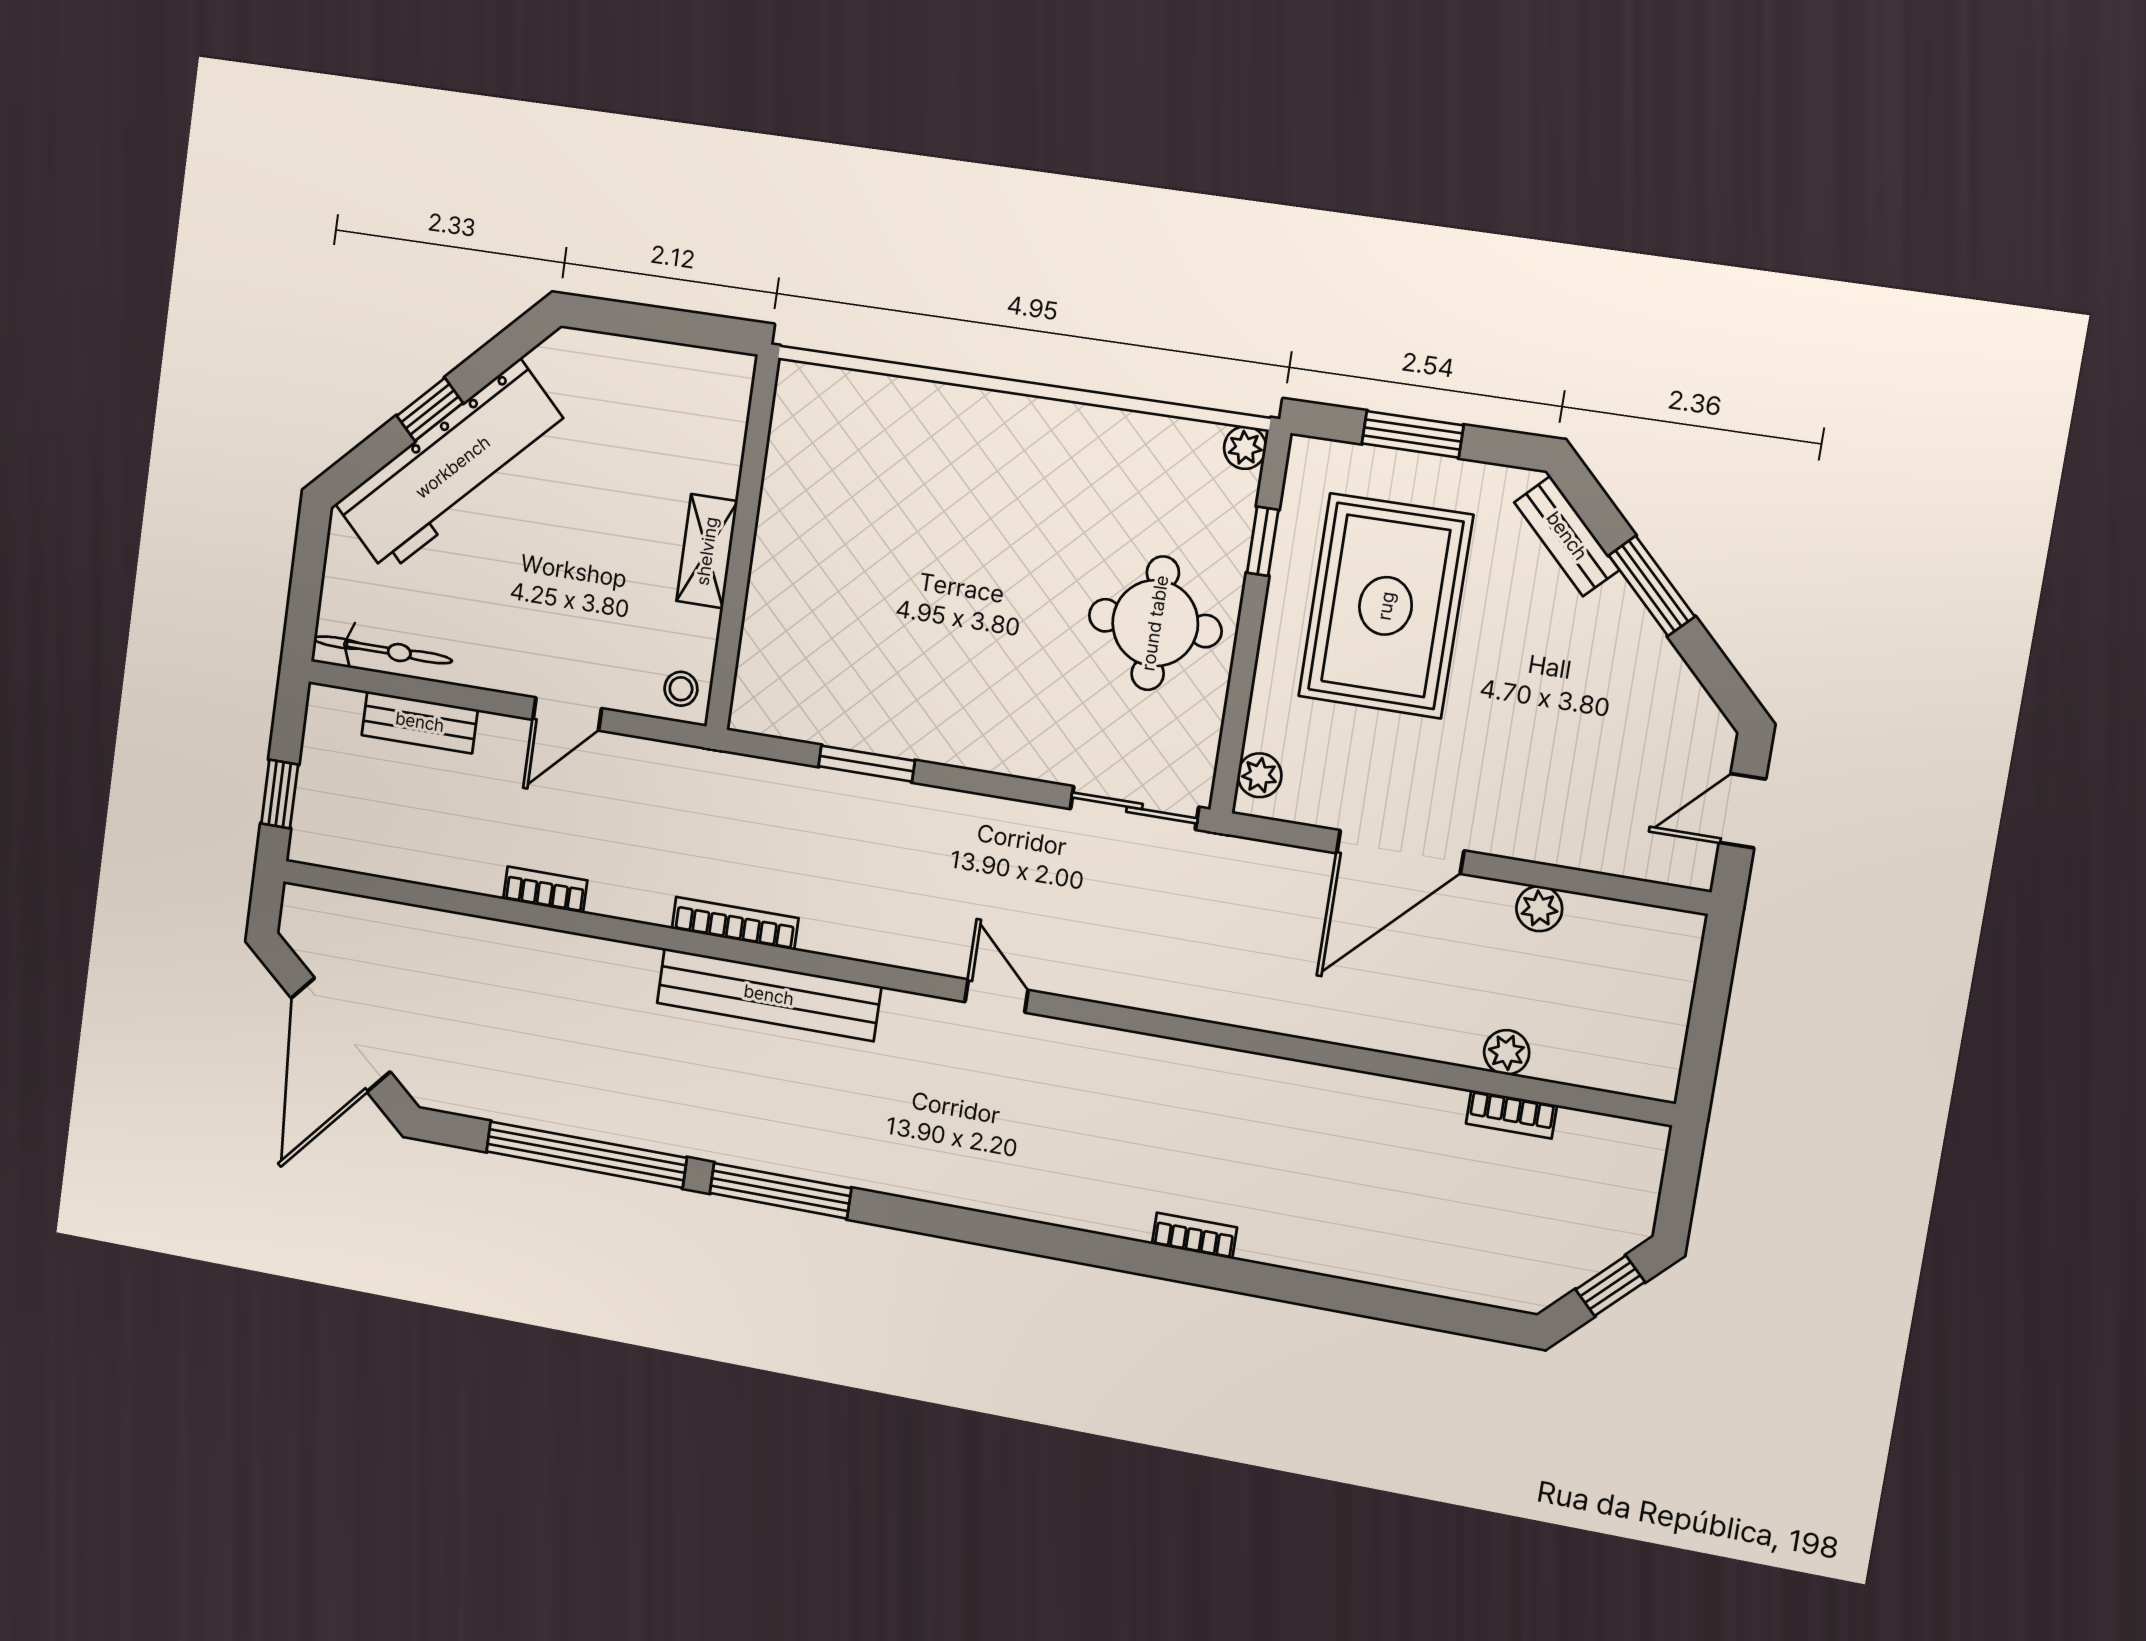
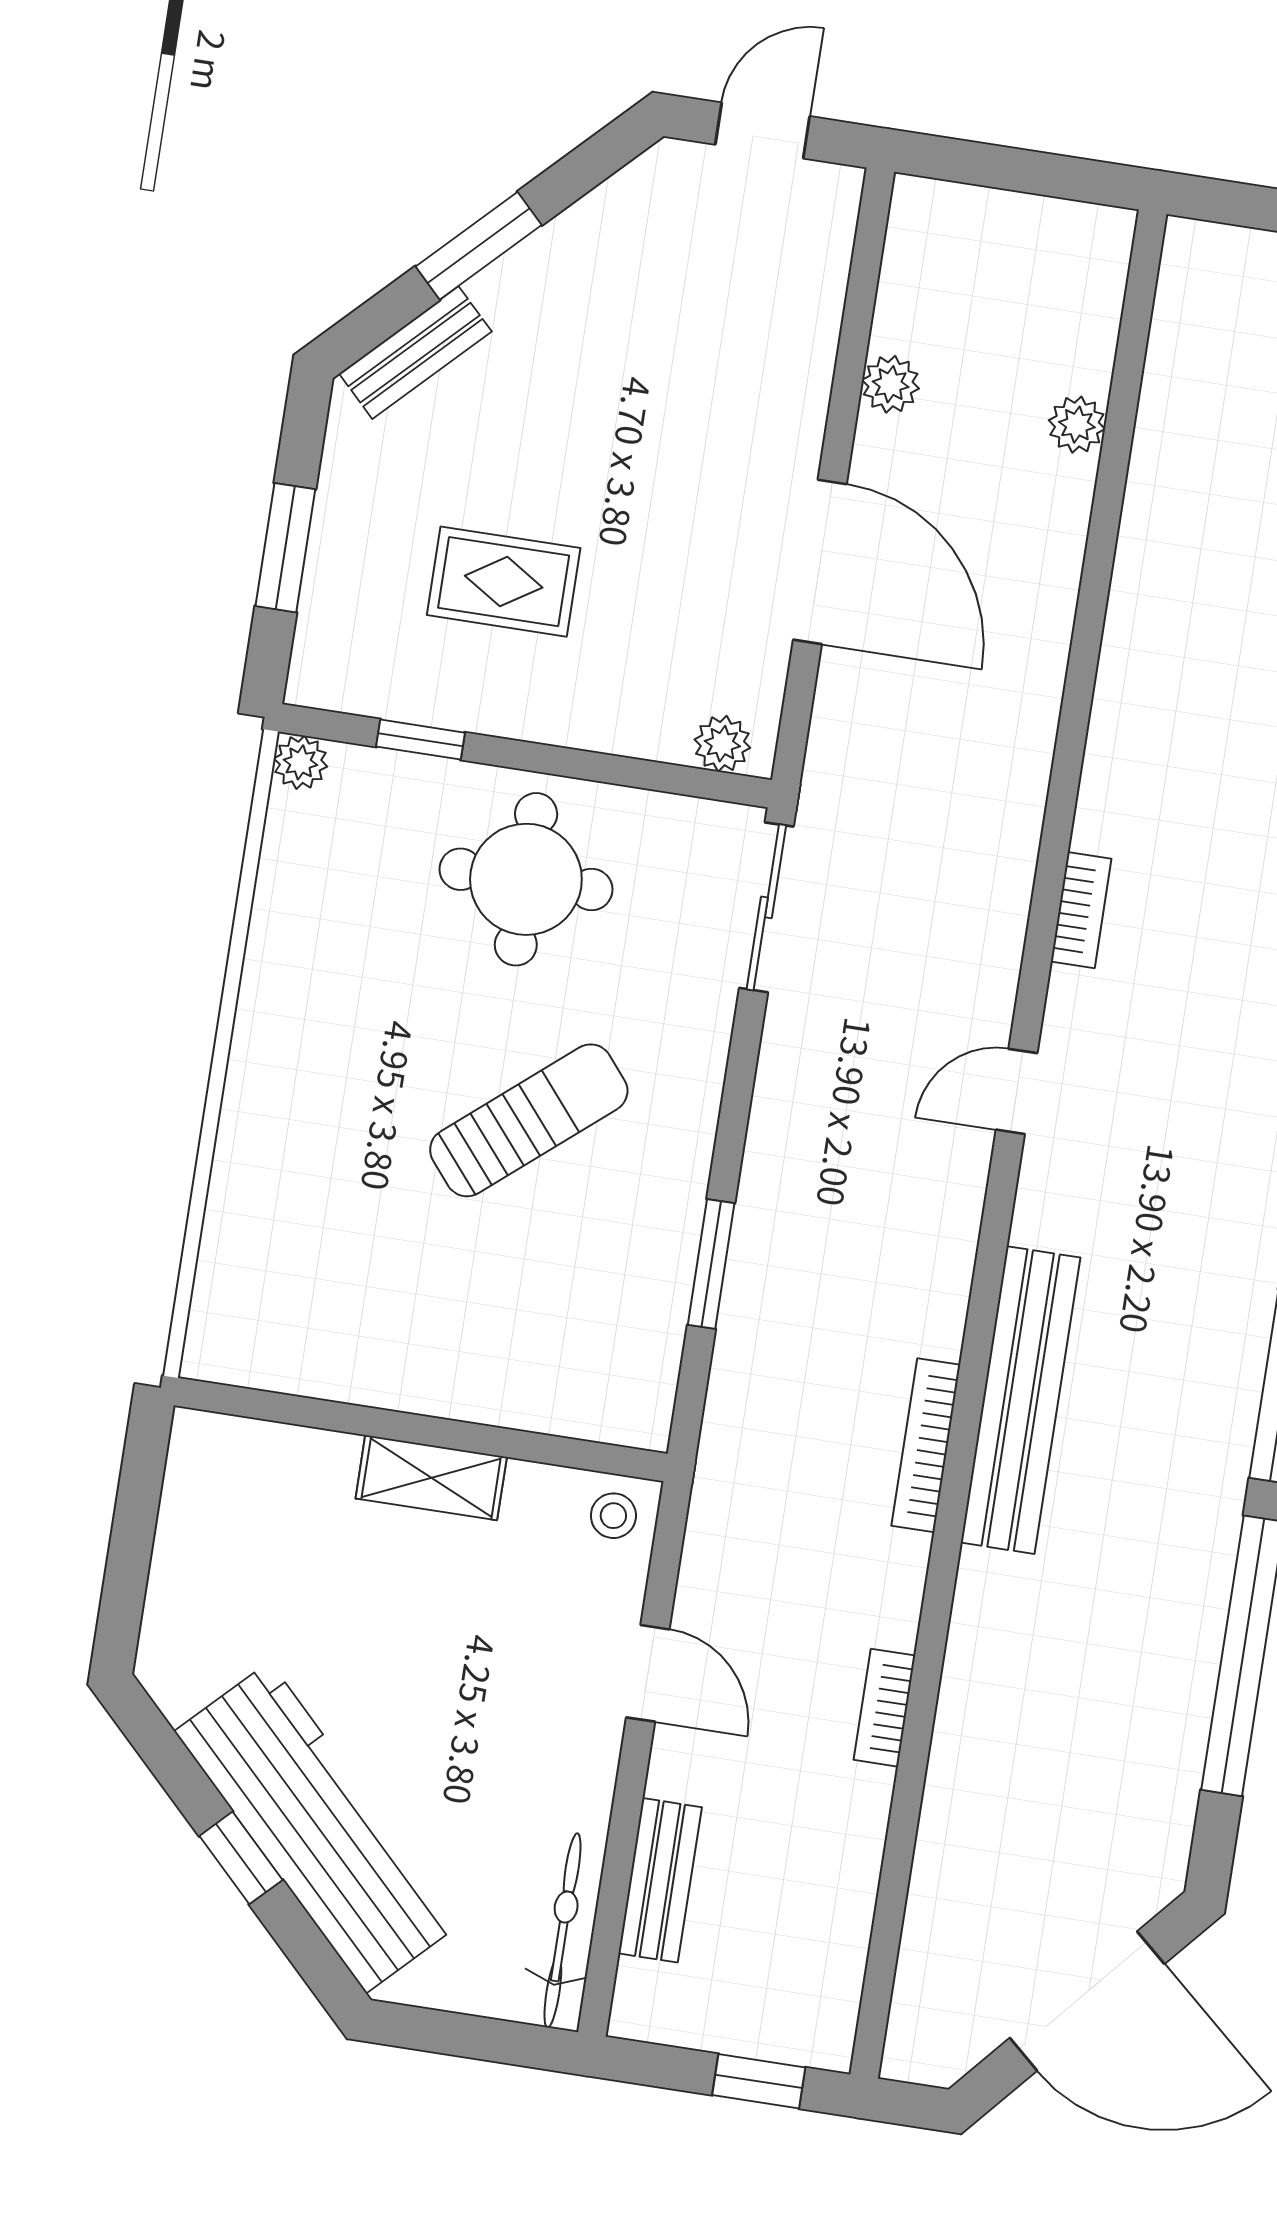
rug: (1386, 606) -> (504, 582), width x0.54, depth x0.49
sun lounger: (973, 625) -> (529, 1120), added
door: (1742, 811) -> (763, 130), swing flipped
bookcase: (1511, 1114) -> (1081, 910), moved

